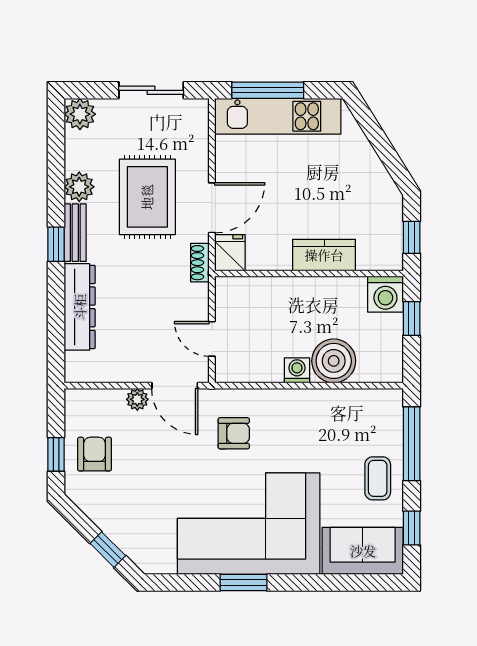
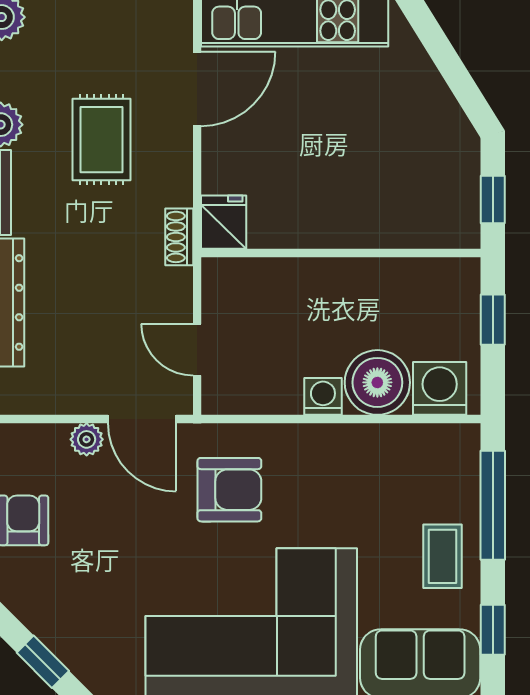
rug: (147, 197) -> (101, 140), width x0.73, depth x0.70
door: (212, 208) -> (197, 89), moved
kitchen counter: (324, 255) -> (363, 226), removed
washing machine: (385, 294) -> (440, 388), moved, turned 180
armchair: (234, 433) -> (229, 490), width x1.38, depth x1.38

